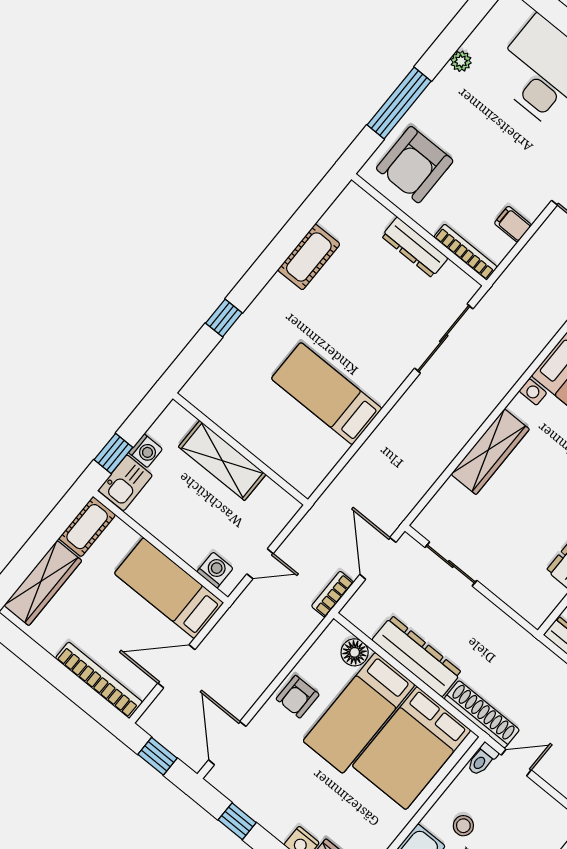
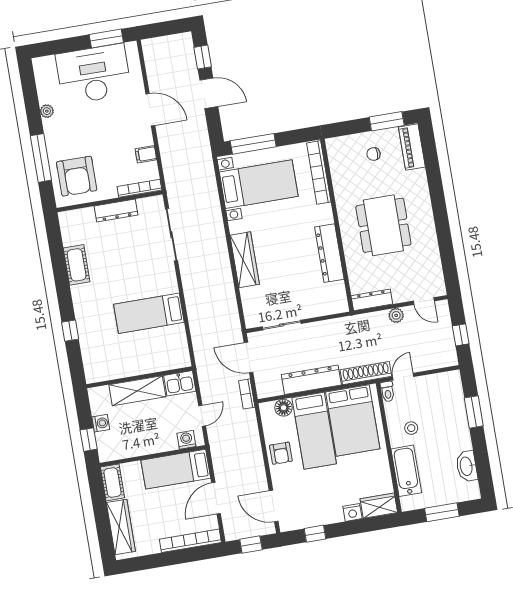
kitchen sink: (125, 483) -> (180, 383), moved, turned 90

